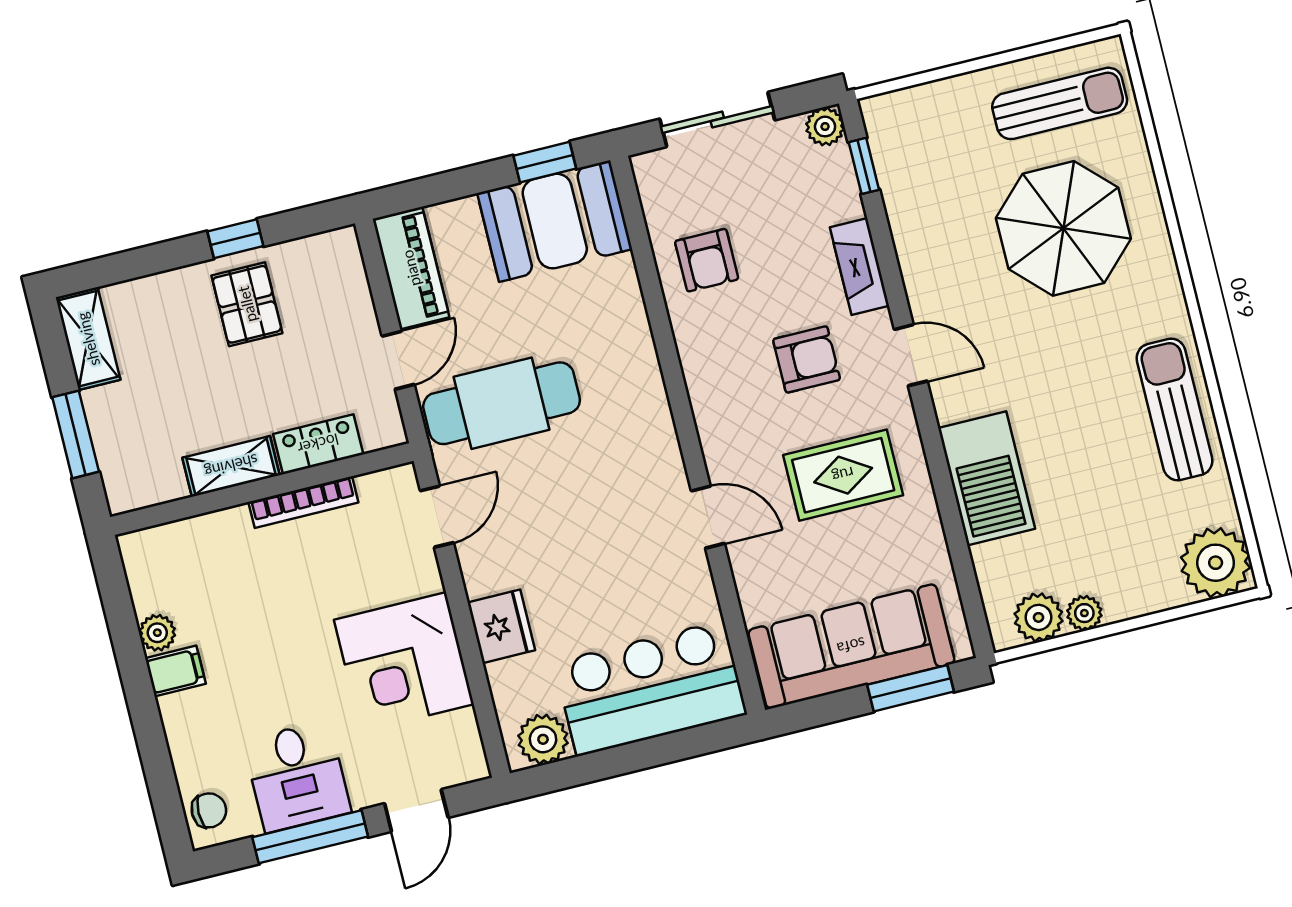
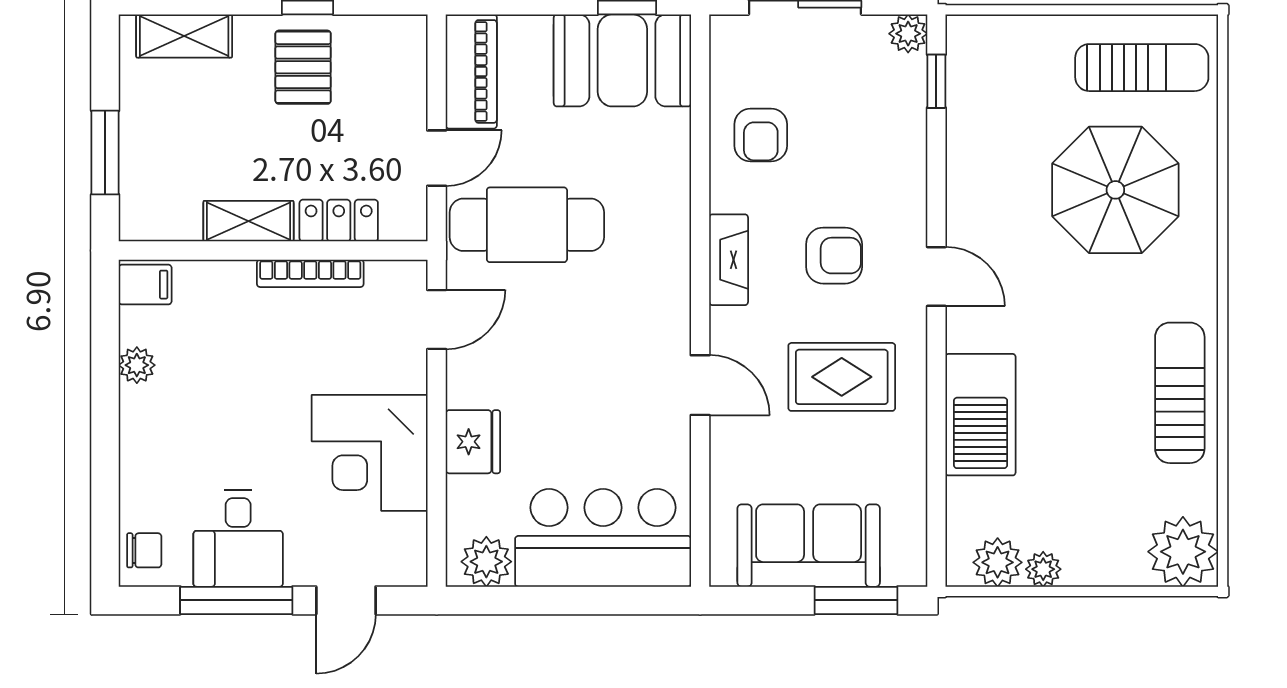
fireplace: (859, 266) -> (729, 260), moved, turned 180
shelving: (88, 339) -> (184, 36), moved, turned 90
sofa: (851, 646) -> (809, 546), width x0.73
filing cabinet: (175, 671) -> (145, 285), moved

